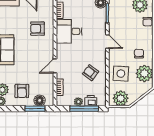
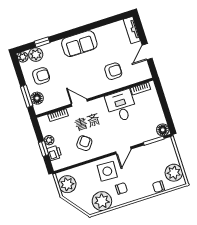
armchair: (38, 29) -> (113, 71), turned 90
side table: (121, 74) -> (107, 171), moved
armchair: (22, 91) -> (41, 76), turned 180
window: (84, 109) -> (44, 149), width x0.46

